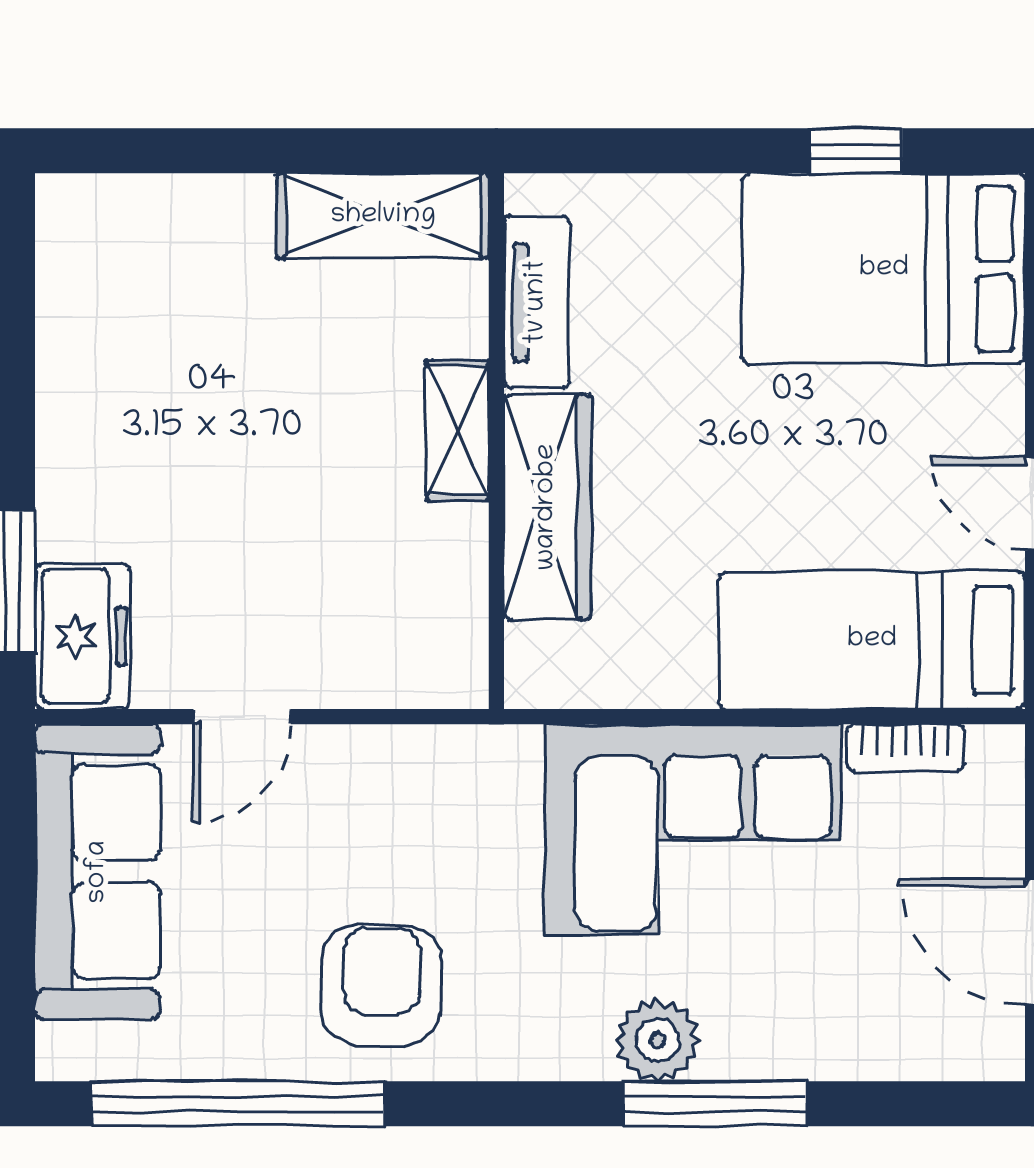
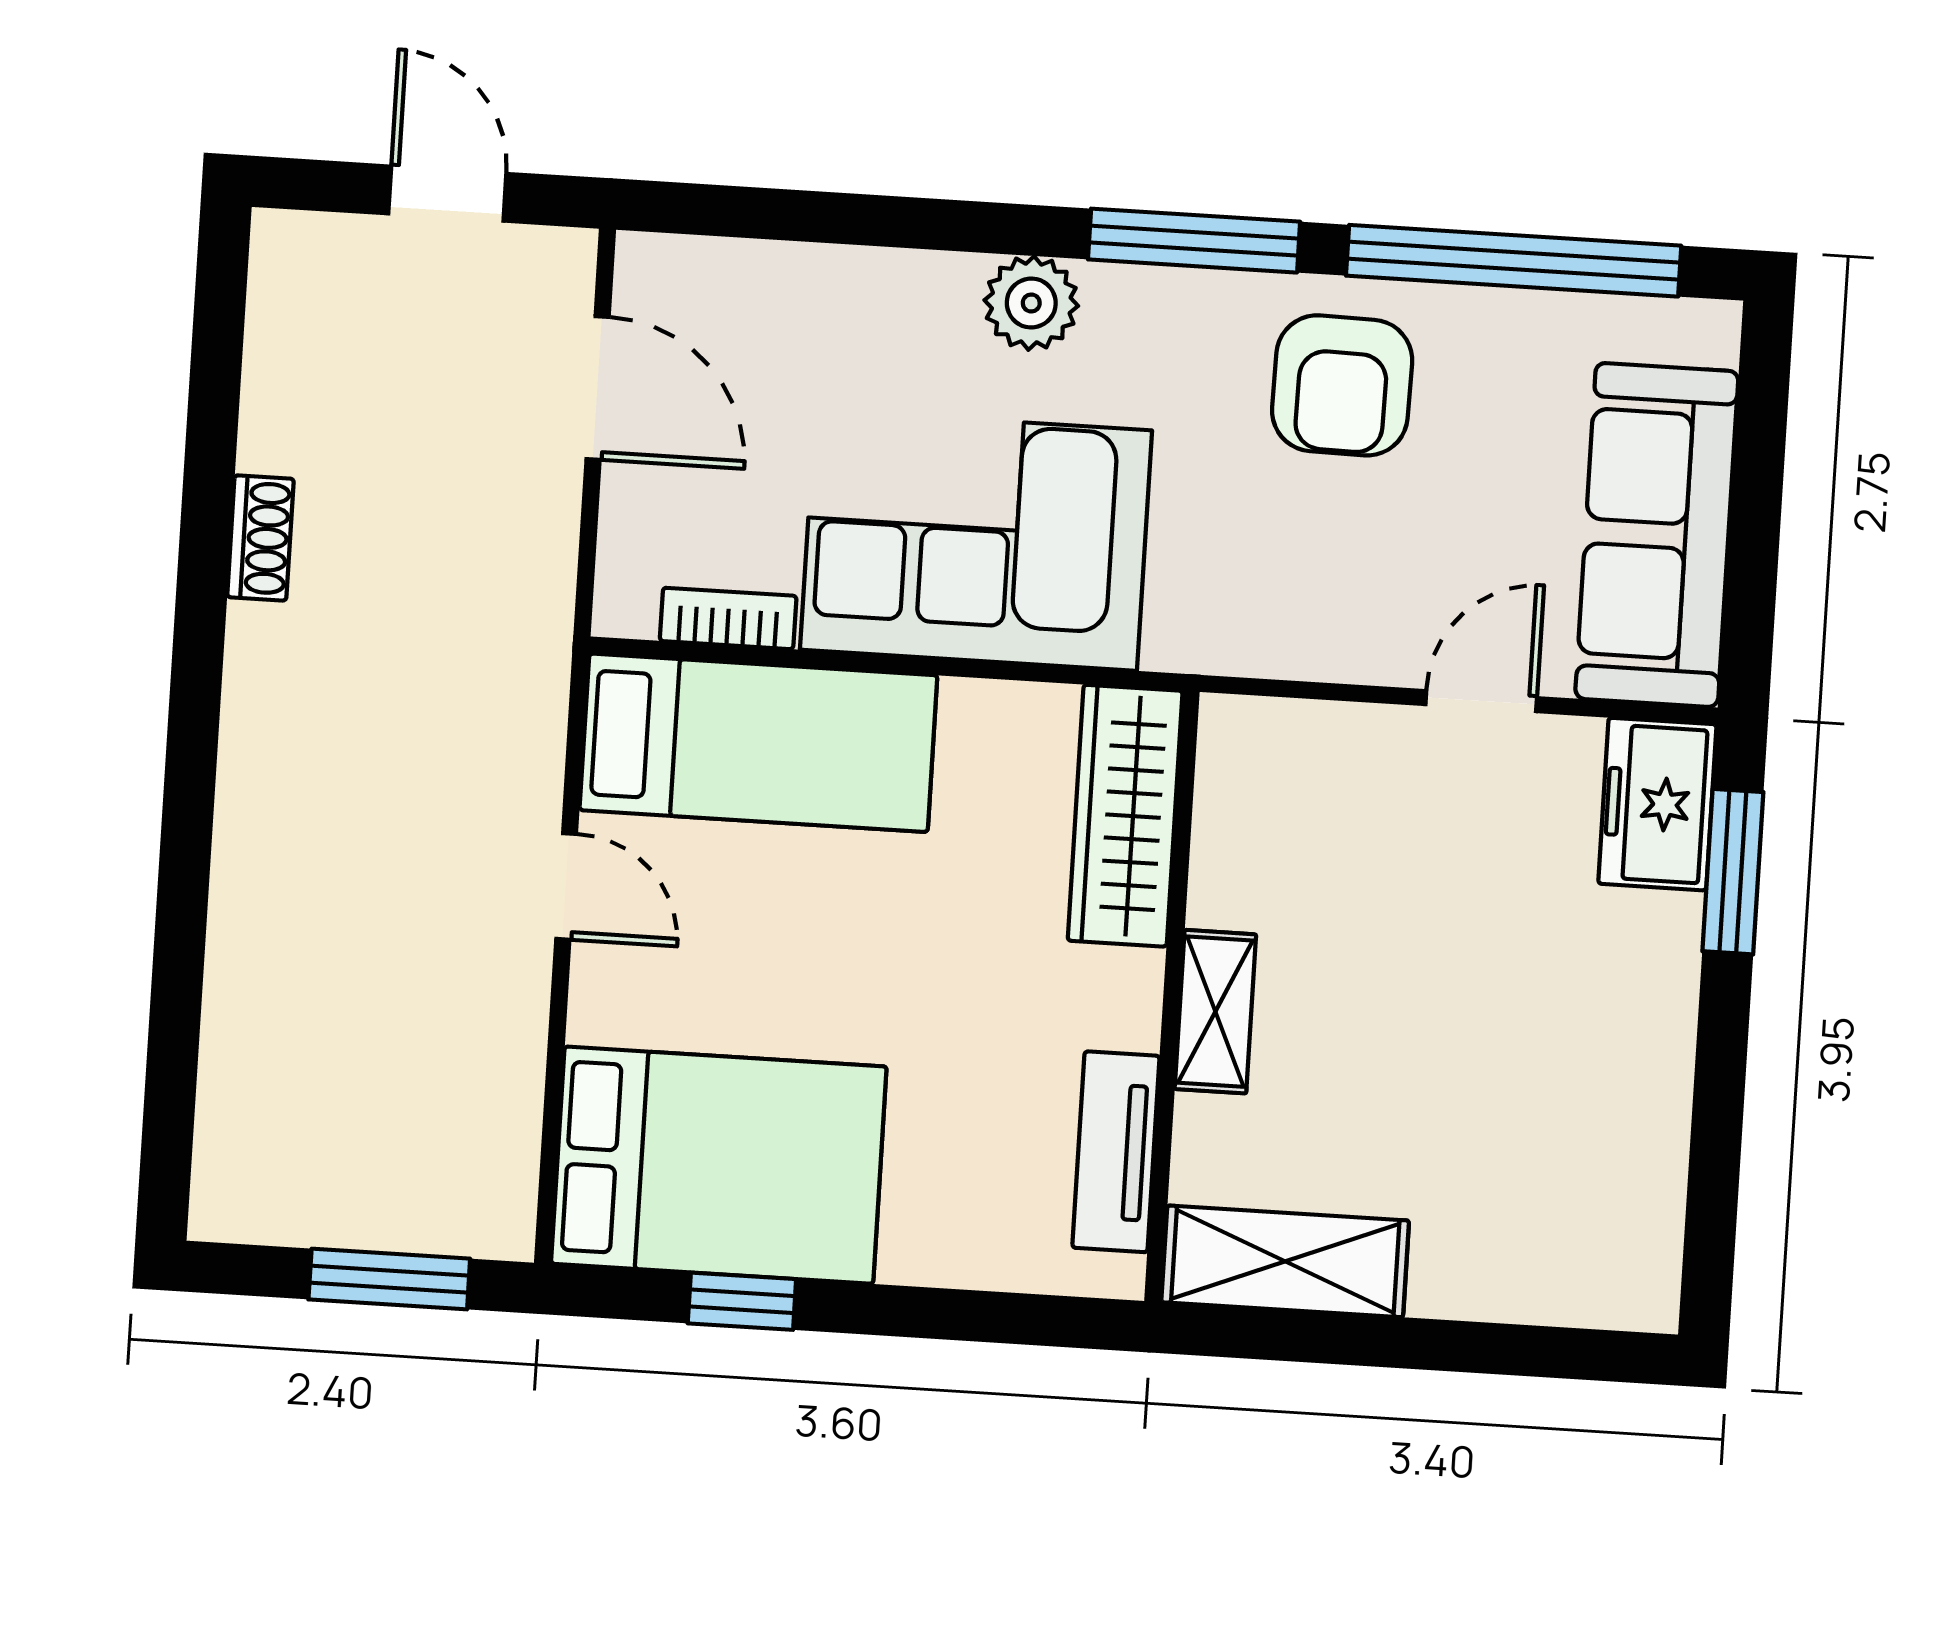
wardrobe: (547, 507) -> (1125, 816), moved
window: (715, 1104) -> (1194, 241), moved

